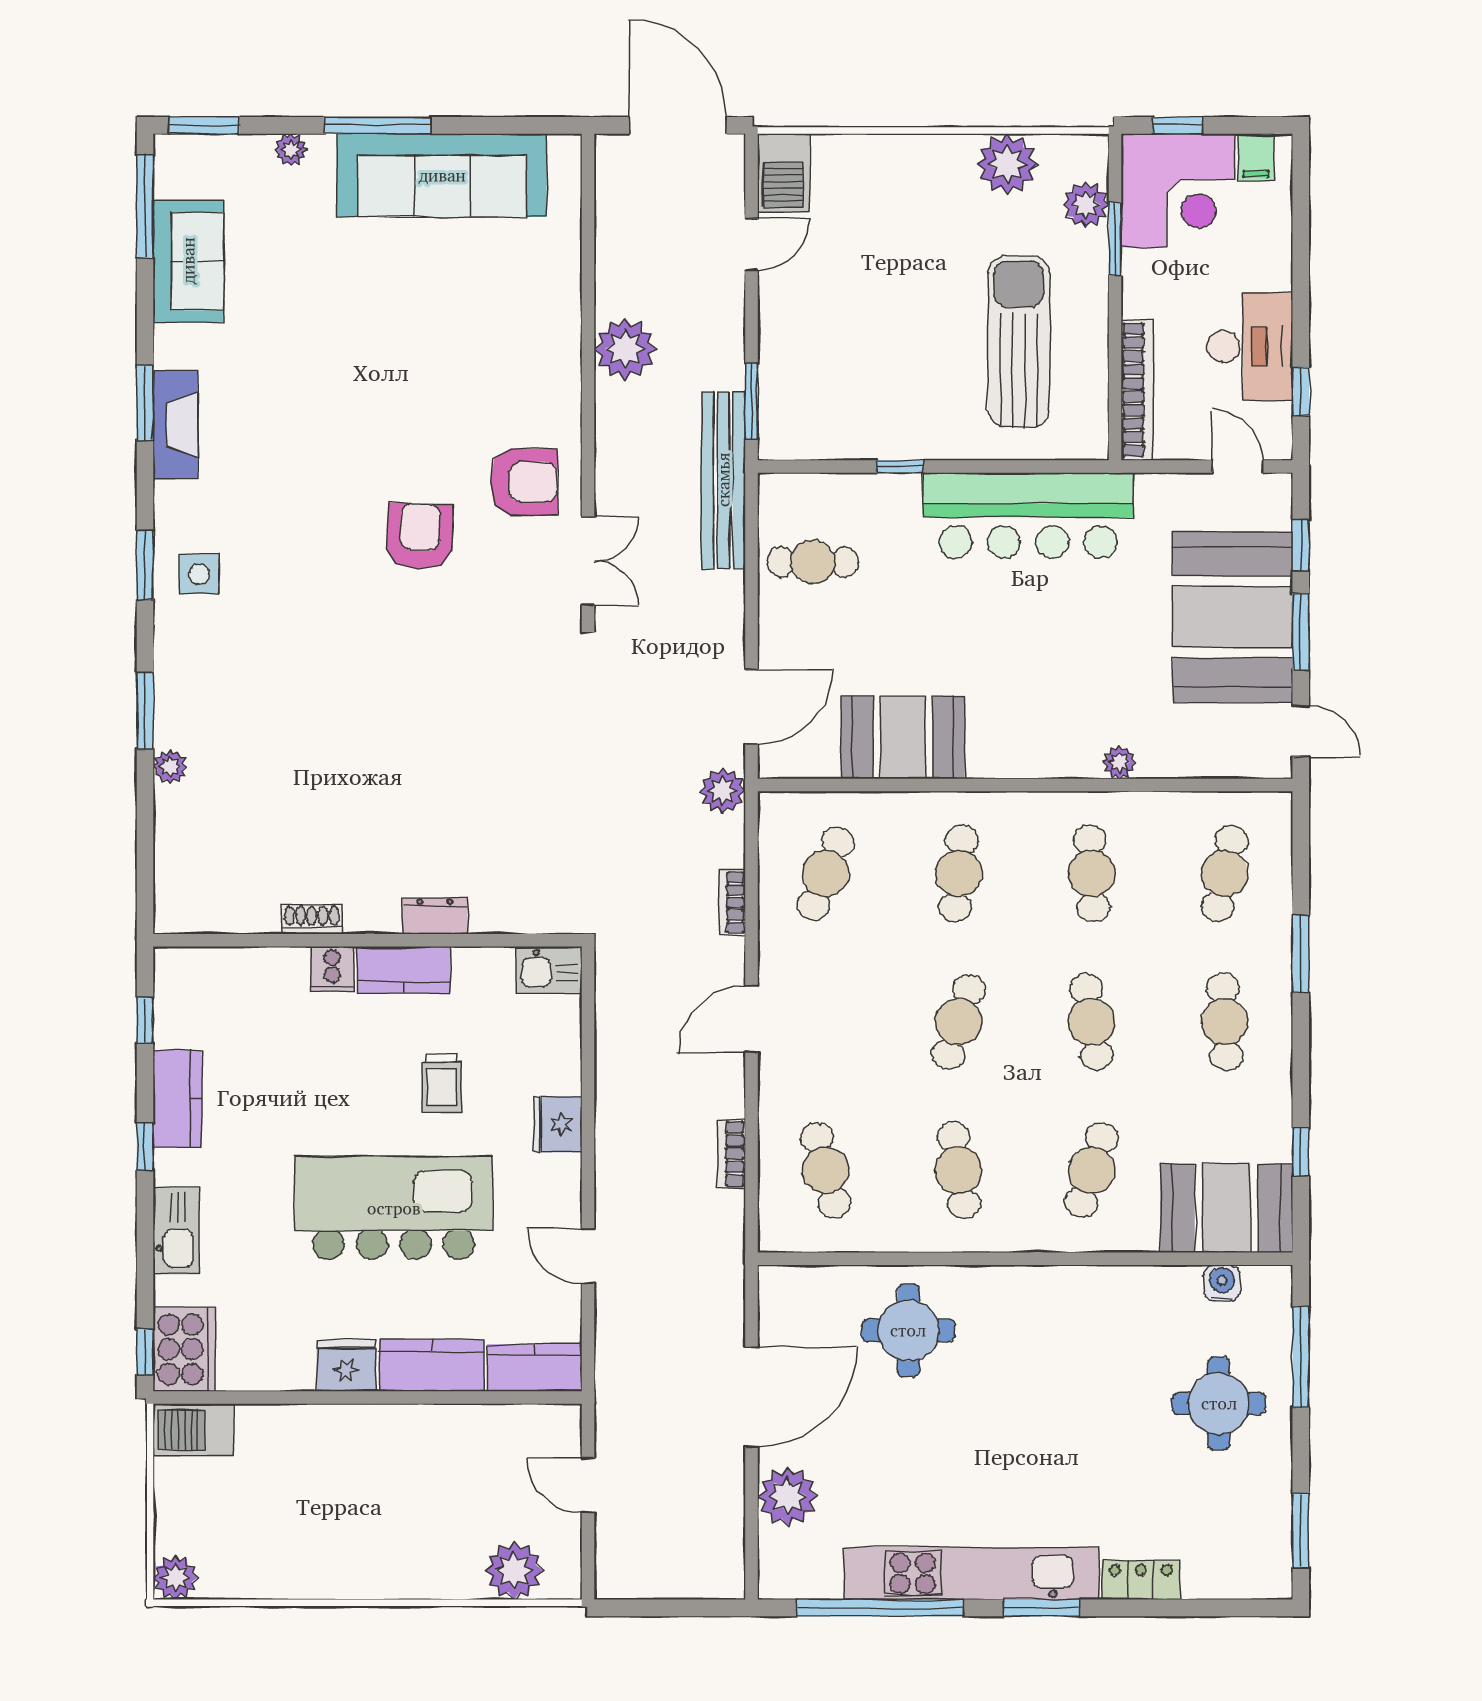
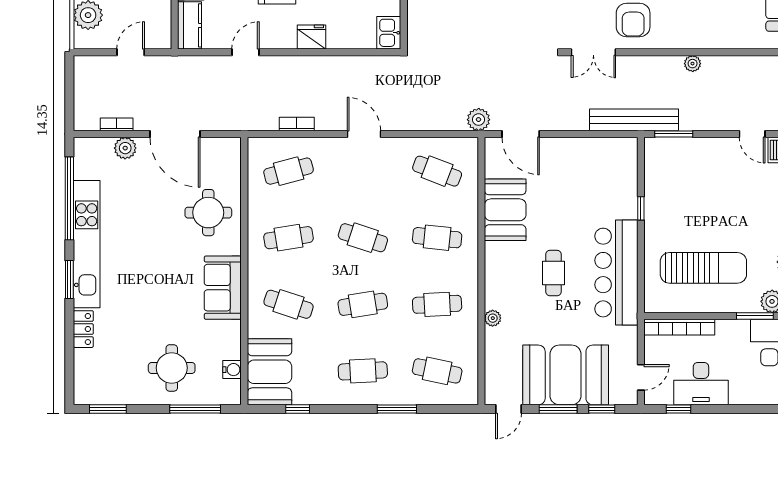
plant: (625, 349) -> (693, 64), width x0.53, depth x0.53
cafe table: (813, 562) -> (553, 273), moved
bookcase: (732, 902) -> (117, 124), moved
sofa: (1058, 1302) -> (223, 288), added
plant: (788, 1496) -> (125, 148), width x0.73, depth x0.73

